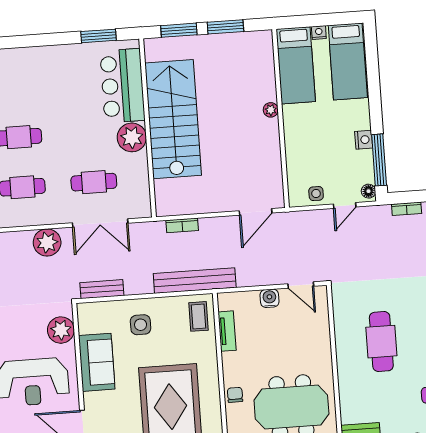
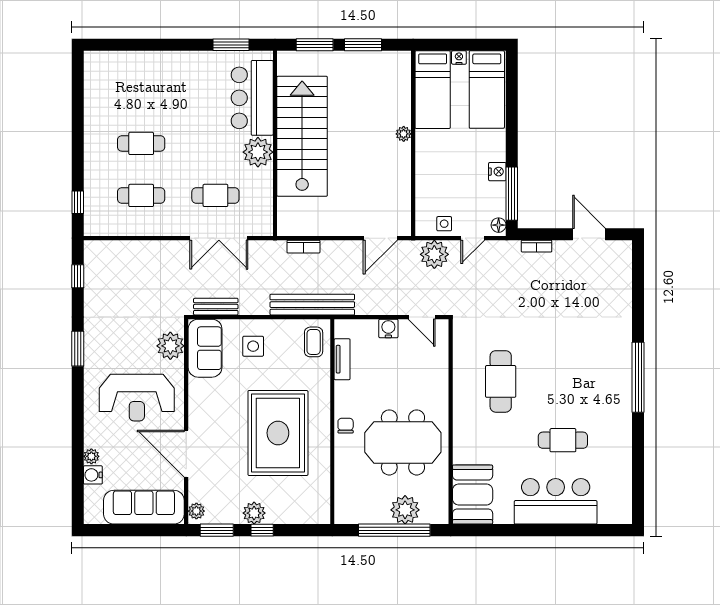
plant: (47, 242) -> (434, 254), moved
sofa: (97, 362) -> (205, 348), moved

